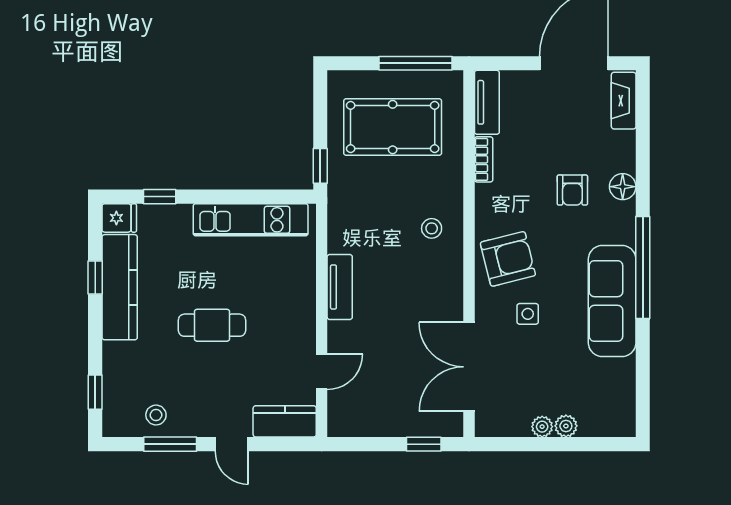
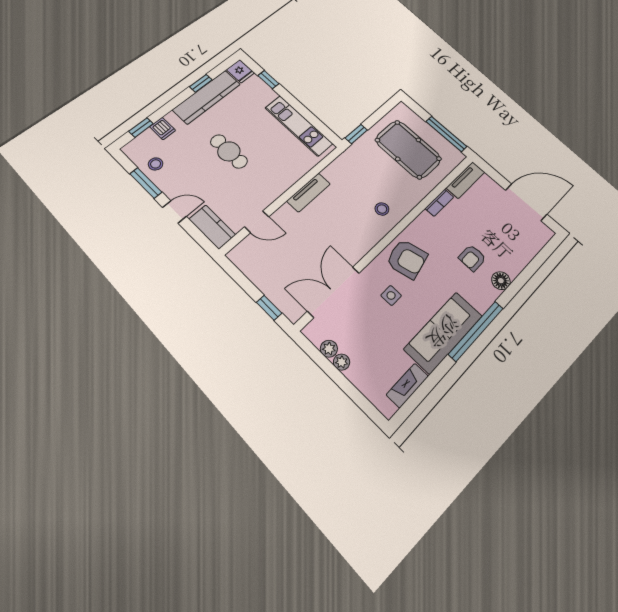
fireplace: (624, 101) -> (407, 385), moved
dishwasher: (118, 370) -> (163, 129), added
plant: (566, 426) -> (329, 349), moved
door: (232, 444) -> (174, 212), swing flipped

